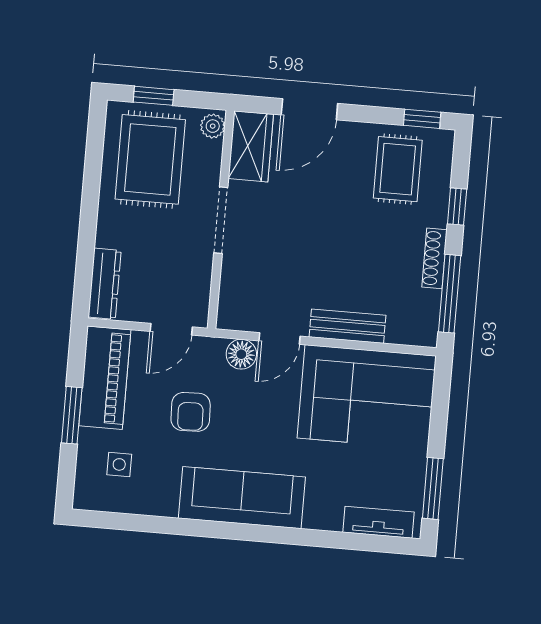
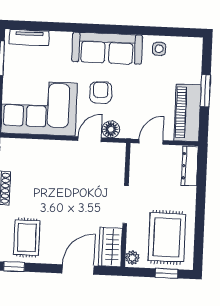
bench: (347, 326) -> (51, 148), removed
armchair: (191, 412) -> (101, 92), moved
side table: (119, 464) -> (159, 49), moved

